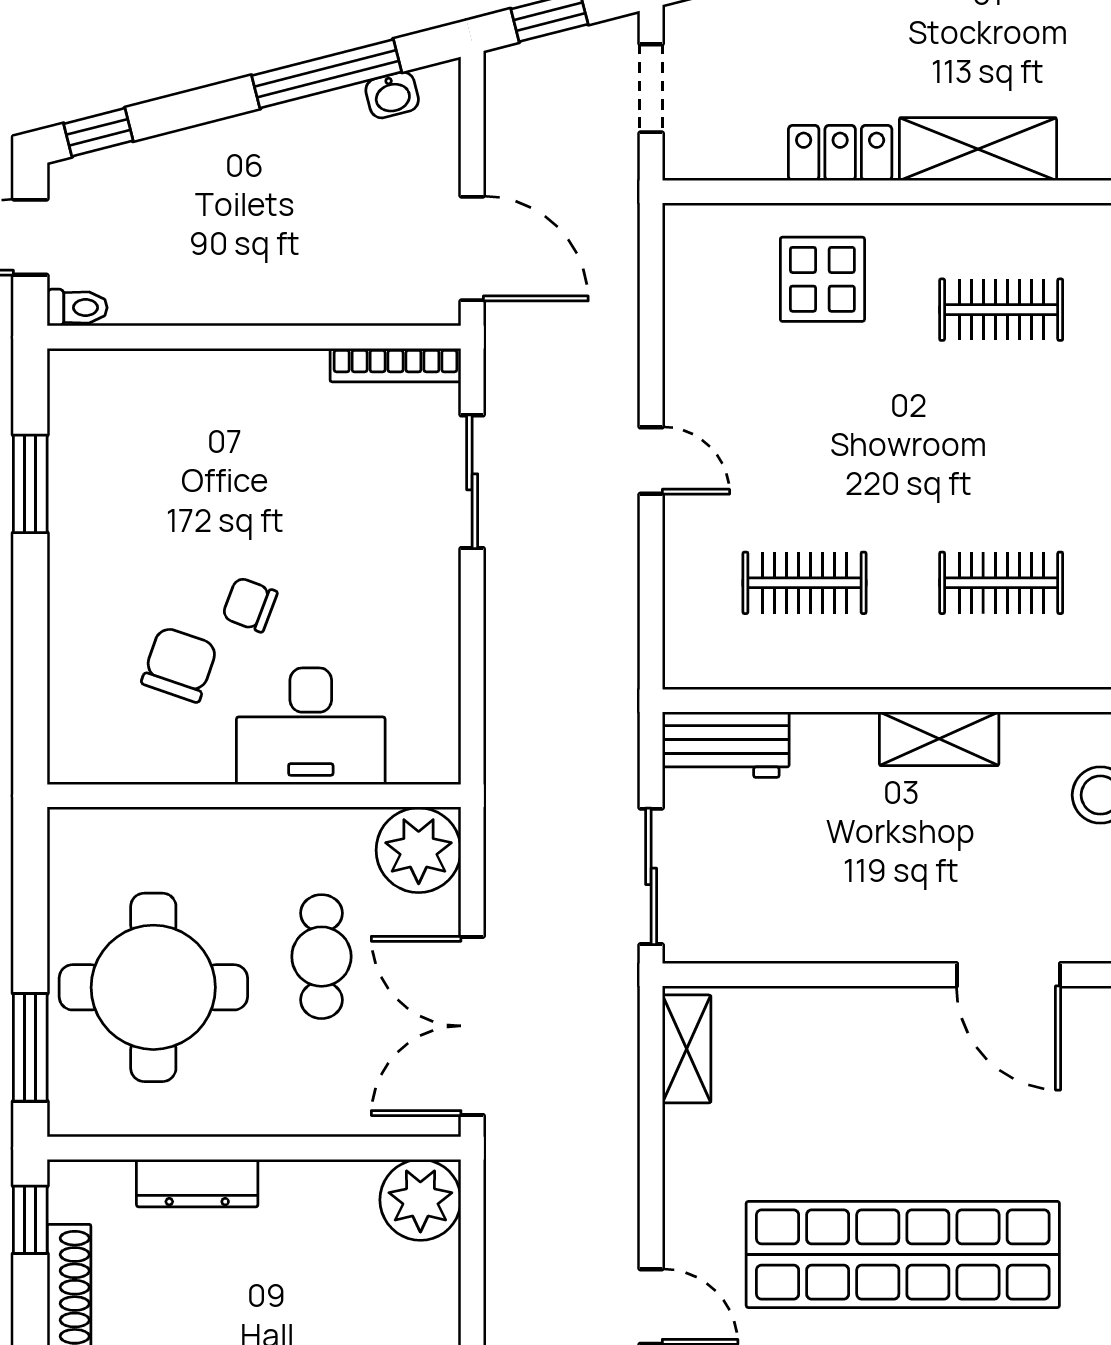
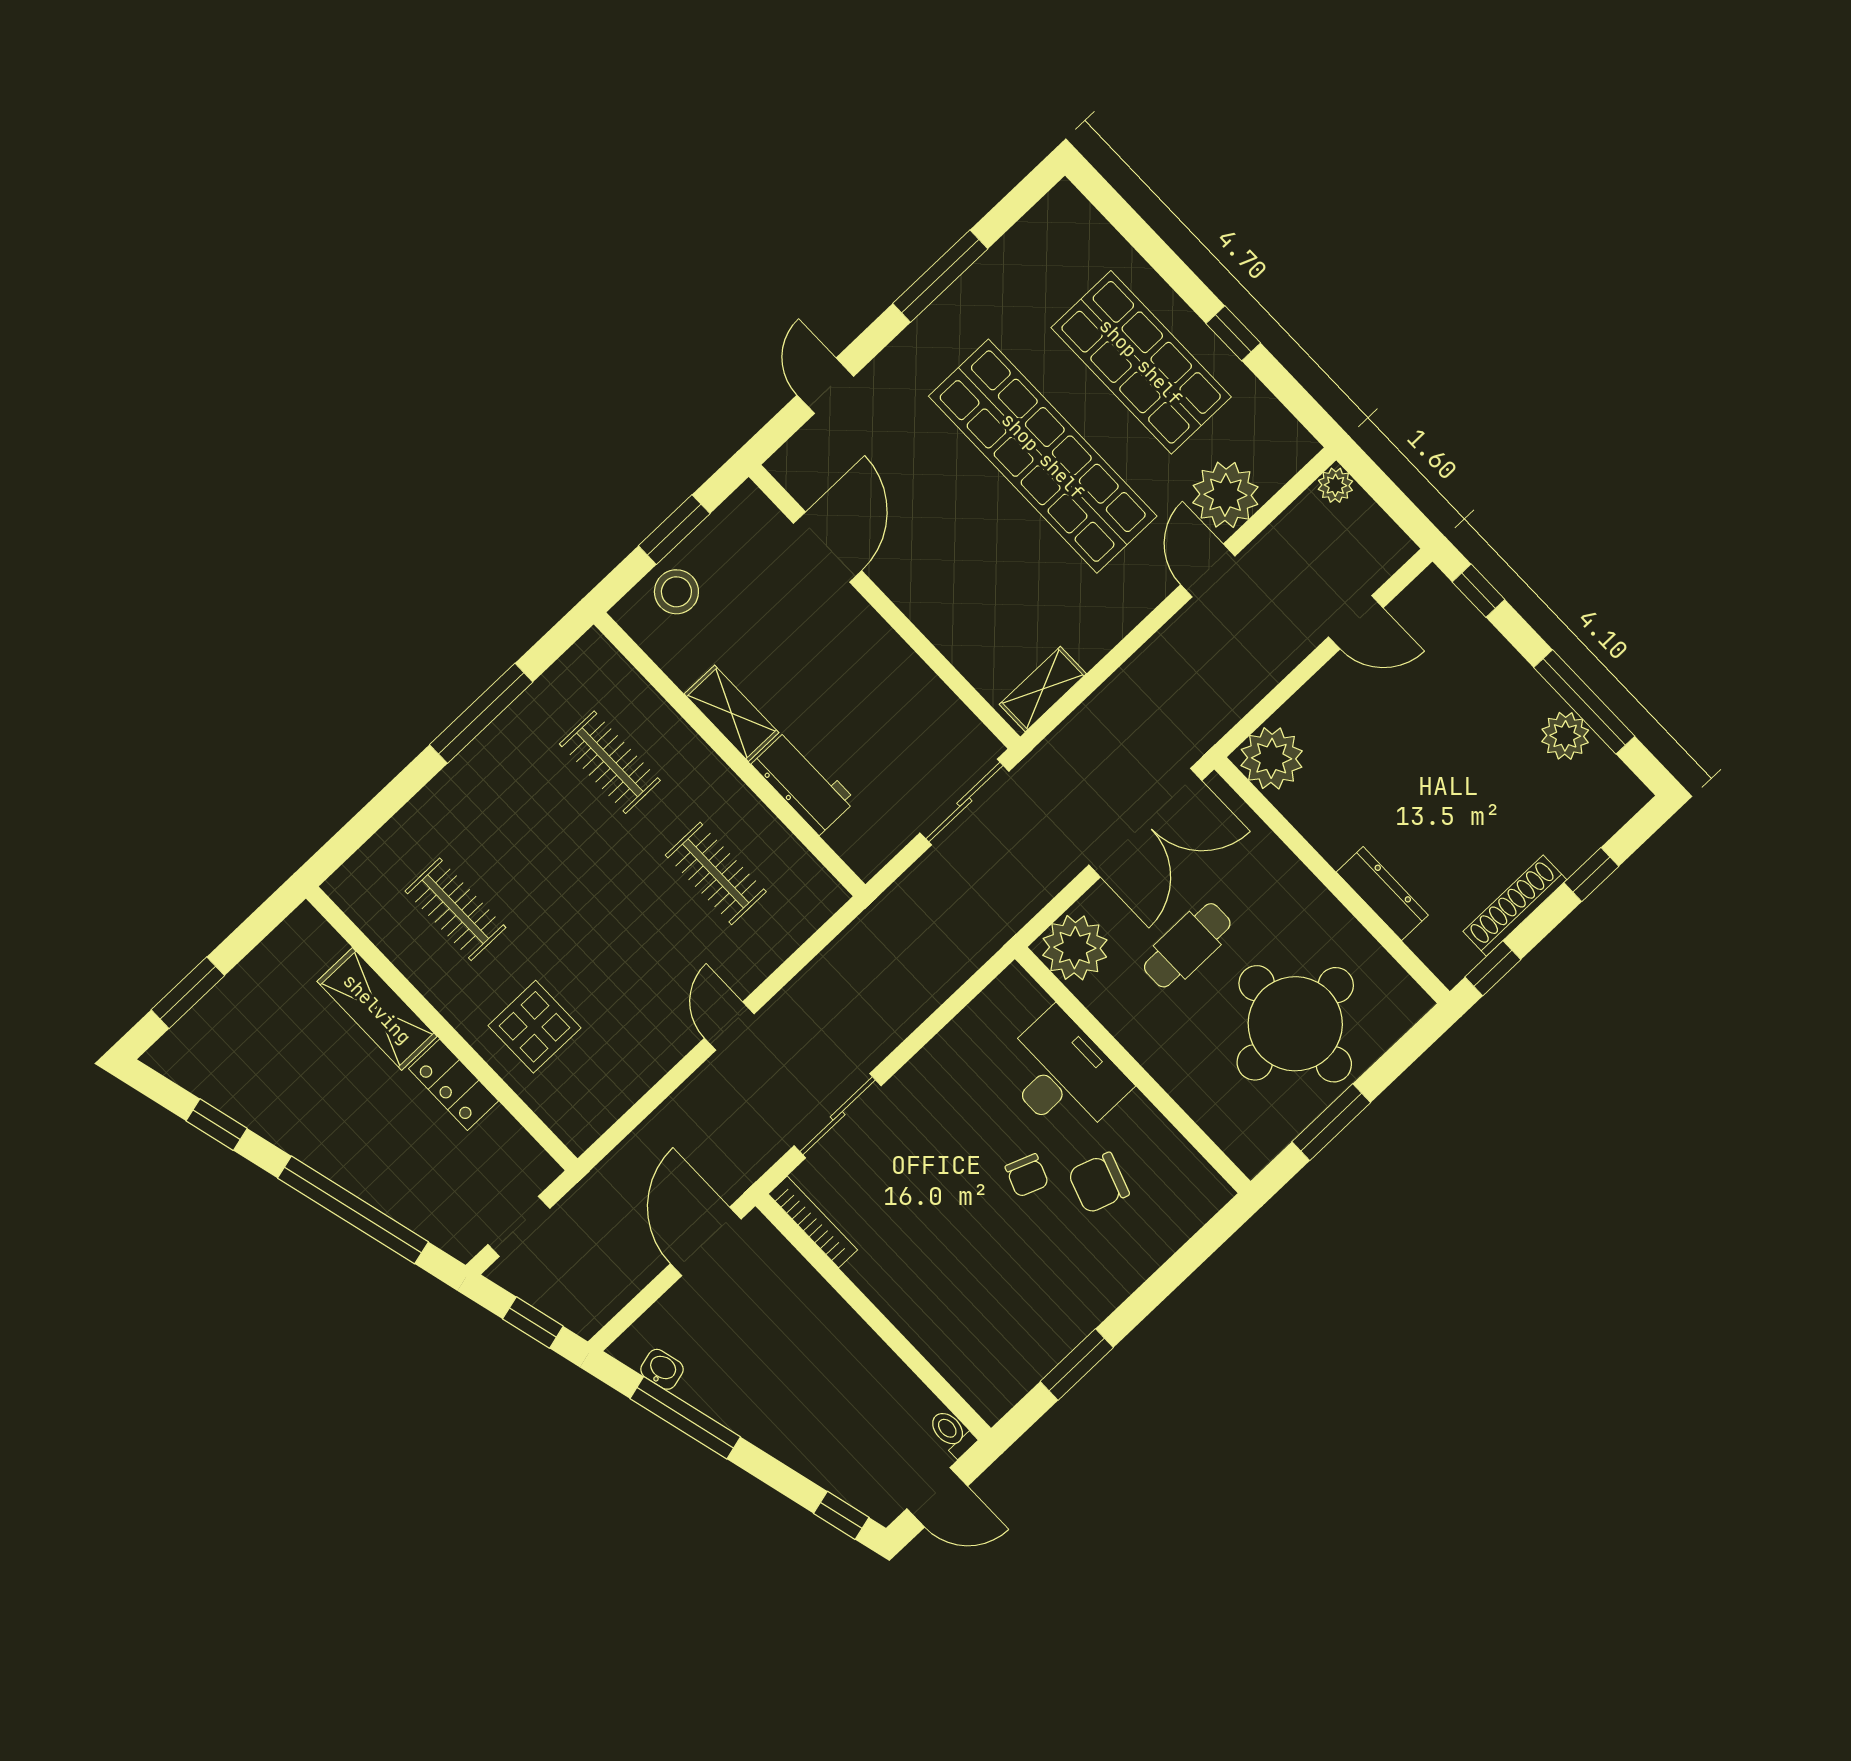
workbench: (726, 745) -> (804, 782), moved
window: (30, 1047) -> (1331, 1122), moved

